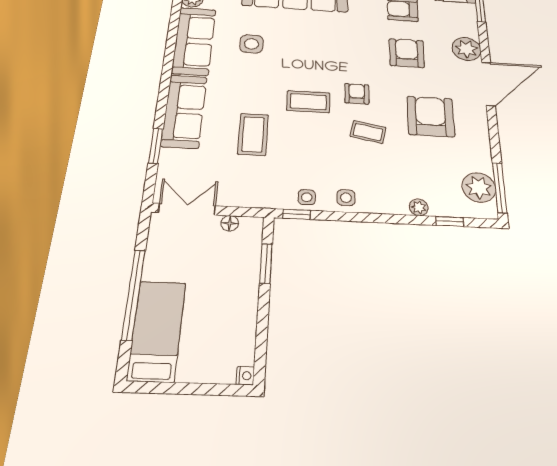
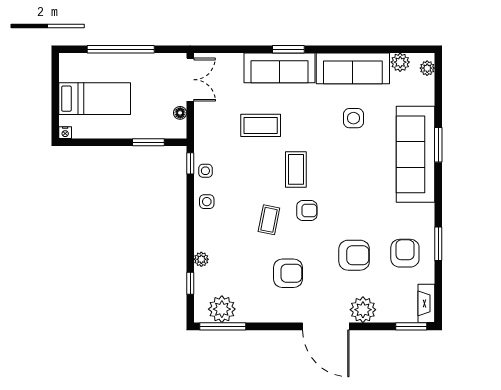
armchair: (431, 116) -> (288, 273), width x0.73, depth x0.73
window: (156, 146) -> (288, 49), moved
bed: (157, 331) -> (95, 99), moved

